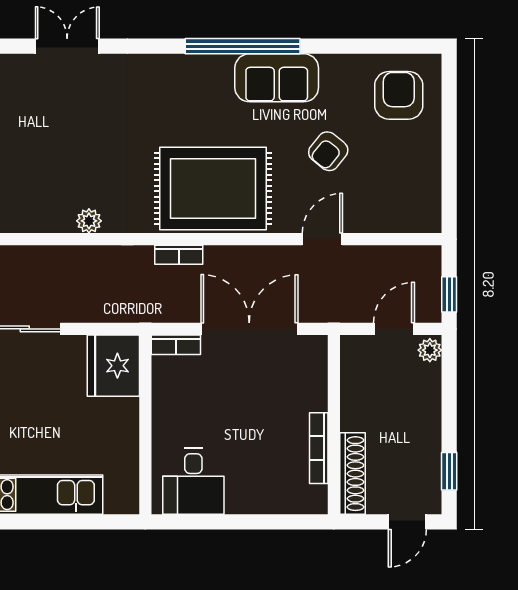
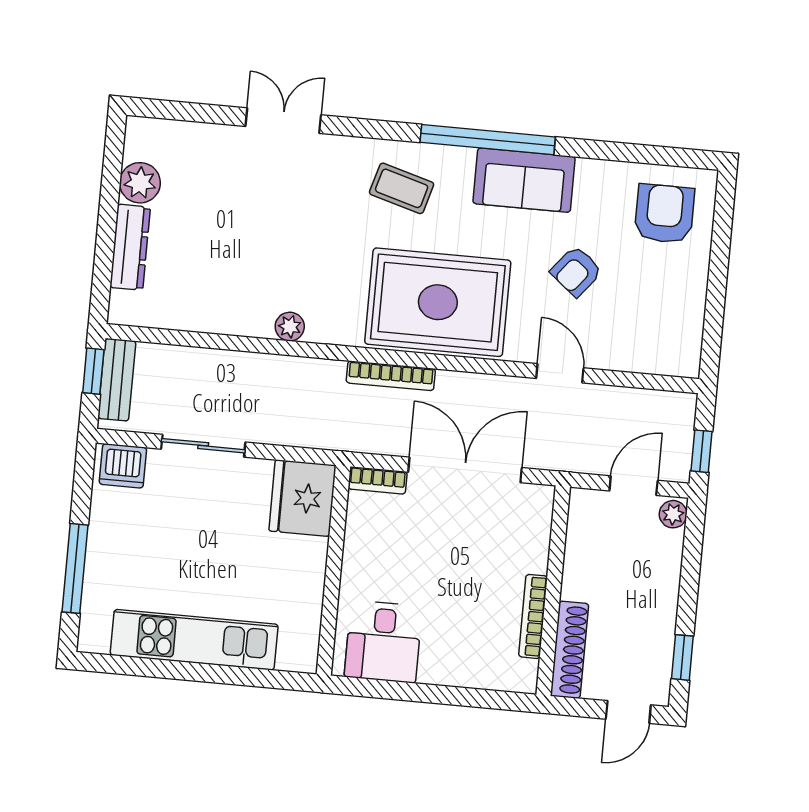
coffee table: (173, 94) -> (402, 188), added
door: (322, 239) -> (560, 373), hinge flipped
bookcase: (179, 255) -> (391, 376), width x1.56

